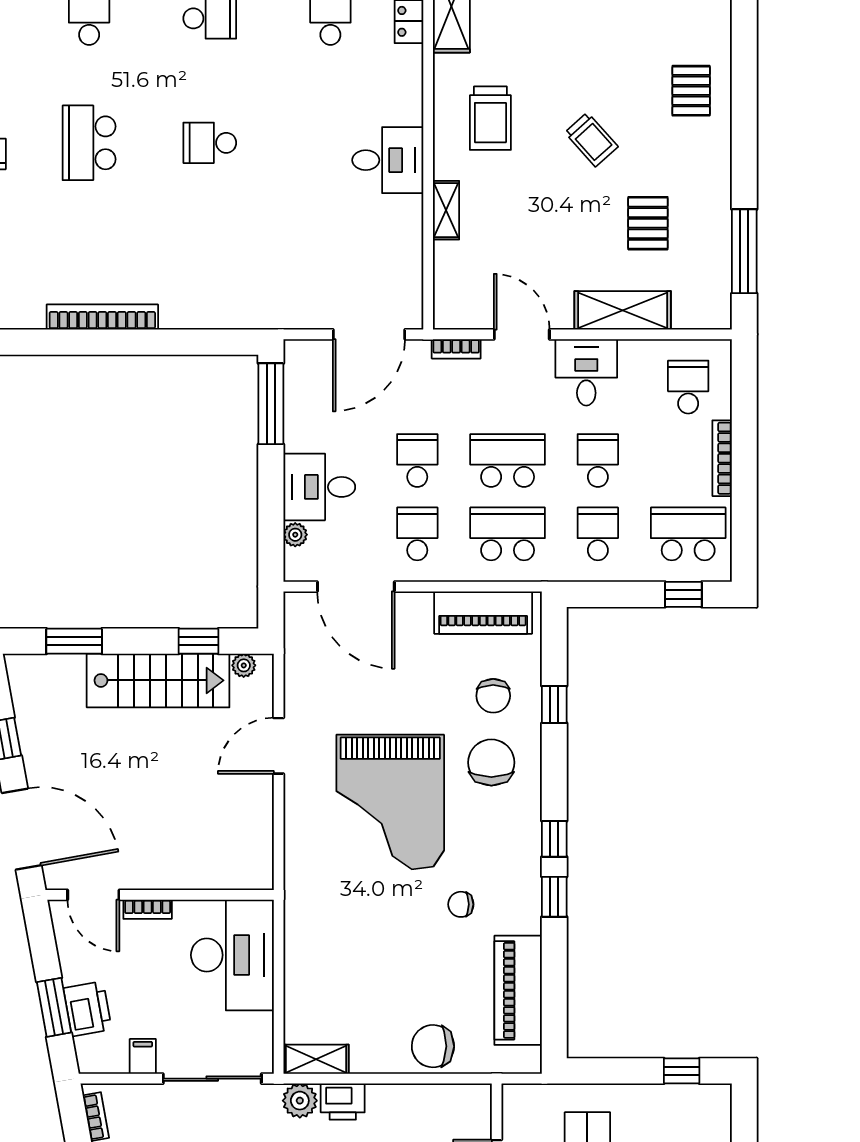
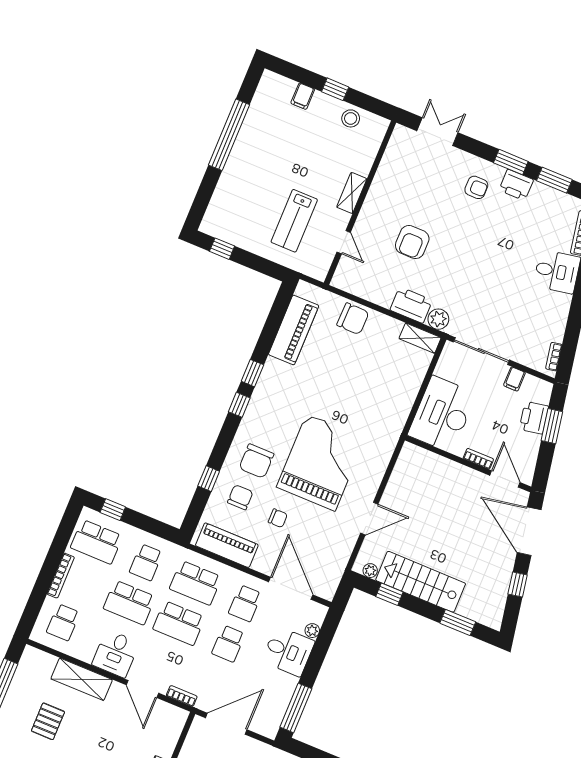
school desk: (598, 460) -> (129, 603), width x1.85
chair: (461, 904) -> (278, 518), moved
printer: (343, 1102) -> (411, 305), width x1.37, depth x1.19

